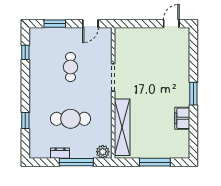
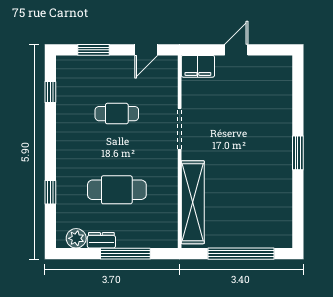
door: (171, 24) -> (236, 50), moved
cafe table: (70, 67) -> (117, 114), turned 90
filing cabinet: (182, 118) -> (198, 66), moved, turned -90
plant: (103, 152) -> (76, 238), moved
window: (155, 162) -> (241, 254), width x1.46

